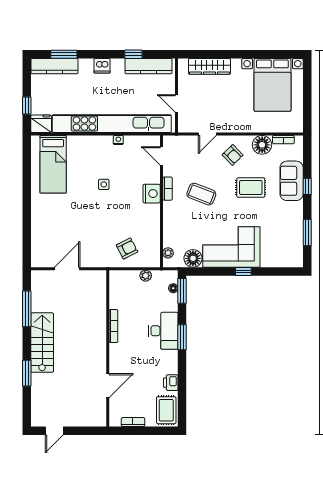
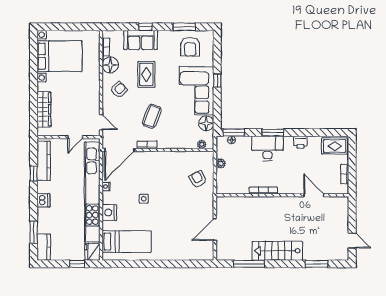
kitchen counter: (55, 66) -> (44, 247), width x0.67
door: (207, 134) -> (101, 122), moved
door: (161, 156) -> (119, 150), width x1.88
nightstand: (152, 194) -> (109, 212), moved, turned -90
armchair: (284, 239) -> (190, 47), added
door: (67, 269) -> (215, 230), hinge flipped
window: (27, 373) -> (317, 264), moved
printer: (171, 383) -> (300, 142), moved

